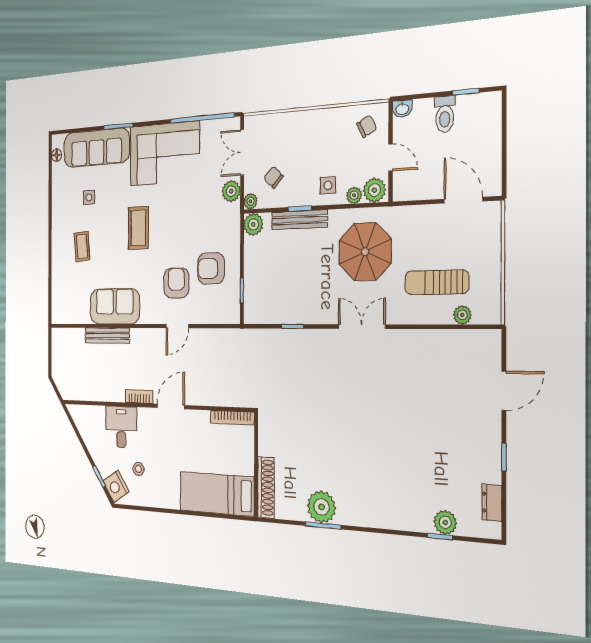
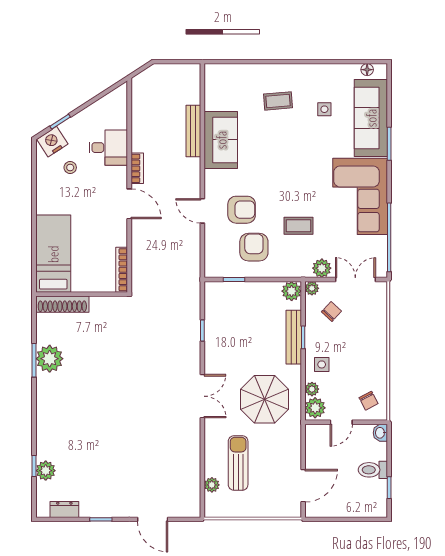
coffee table: (138, 228) -> (298, 226), moved, width x0.73, depth x0.77

